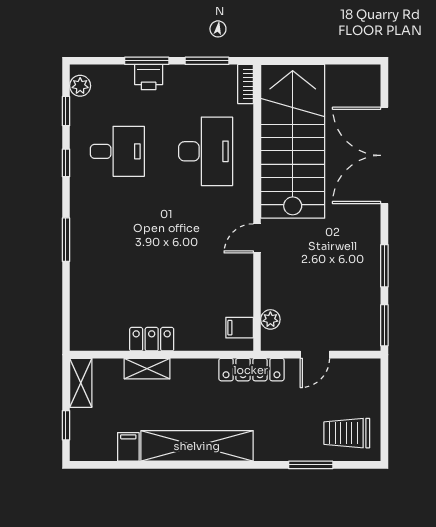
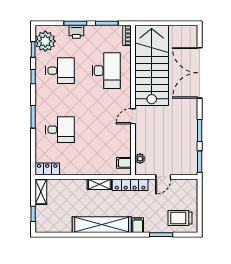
plant: (80, 86) -> (45, 41), width x1.87, depth x1.87
desk: (117, 264) -> (60, 130), added
locker: (152, 339) -> (47, 169), moved
shelving: (147, 369) -> (99, 184), moved
filing cabinet: (128, 447) -> (138, 225), moved

